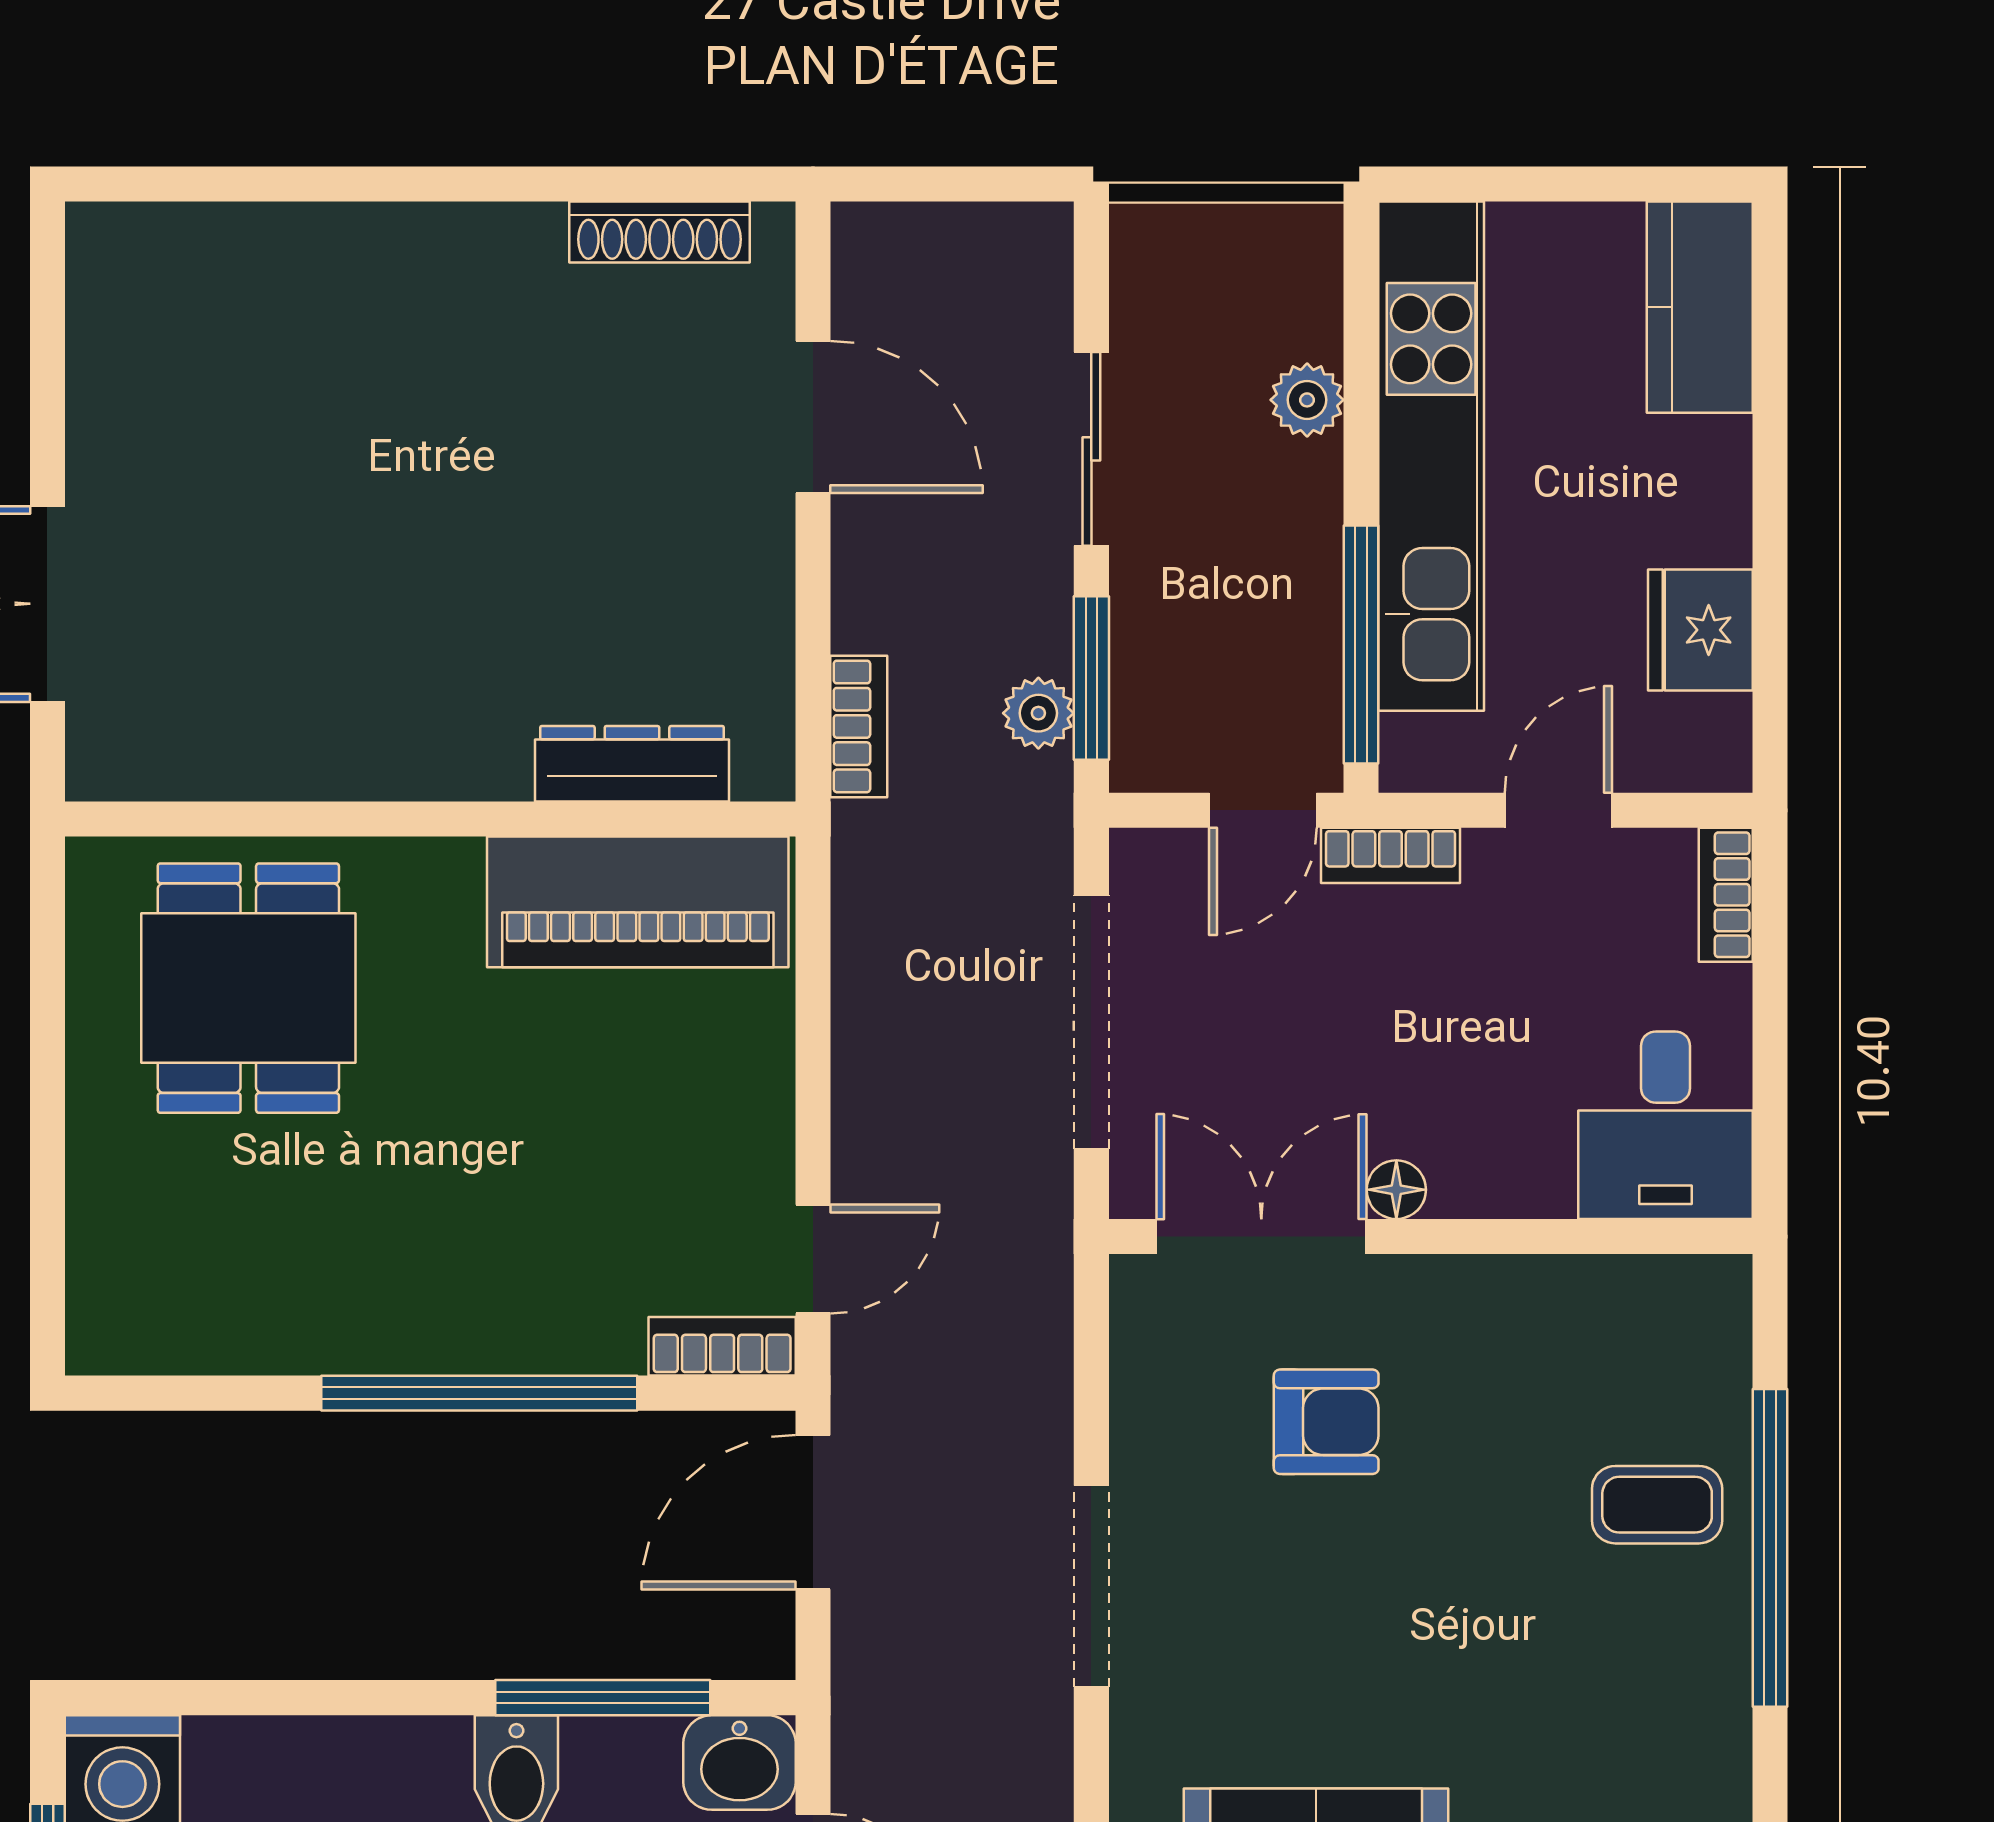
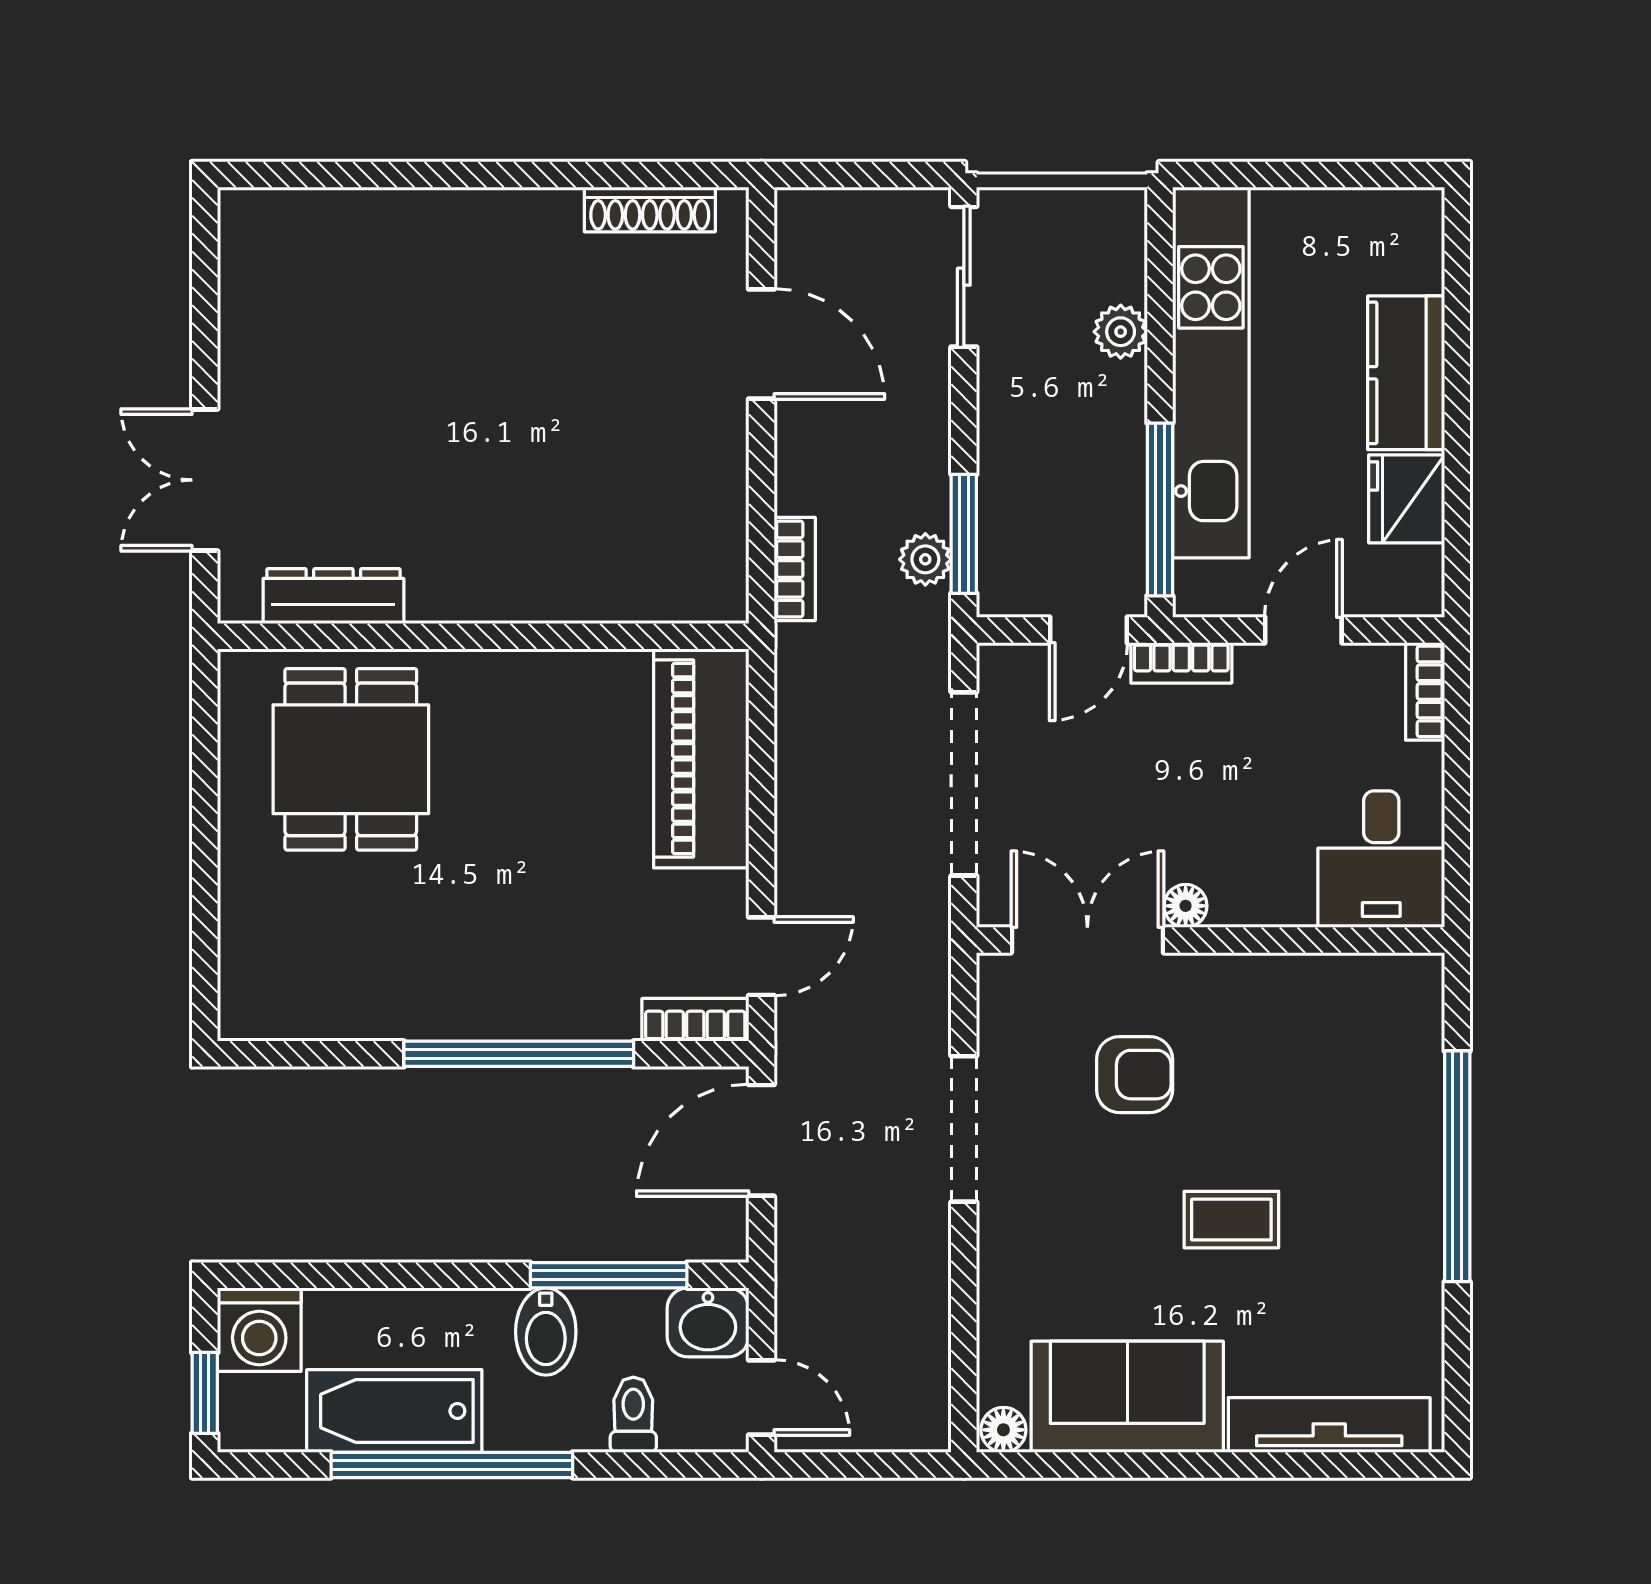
kitchen counter: (1700, 307) -> (1406, 373), moved
sliding door: (1091, 449) -> (964, 277), moved
dresser: (632, 764) -> (333, 596), moved
piano: (638, 902) -> (701, 758), moved, turned 90
coffee table: (1657, 1505) -> (1231, 1220), moved
doorway: (1091, 1586) -> (964, 1129), moved

